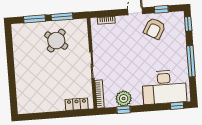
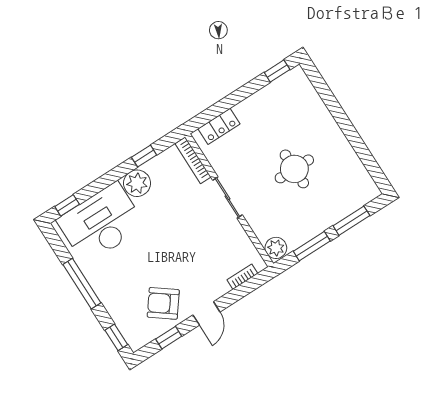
plant: (81, 26) -> (276, 248), added
armchair: (155, 28) -> (163, 303), turned -83
round table: (56, 41) -> (294, 169), moved, turned -38
plant: (124, 99) -> (137, 183), moved
window: (31, 117) -> (277, 71), added

